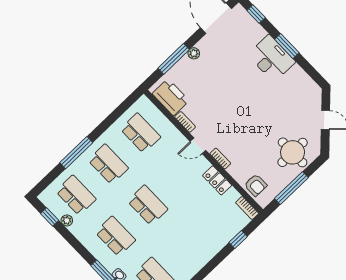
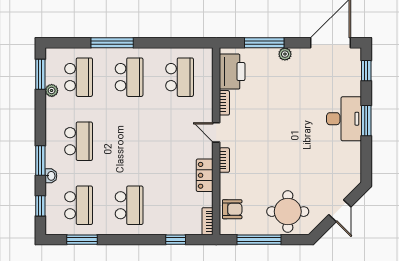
armchair: (256, 185) -> (232, 209), turned -90
school desk: (148, 205) -> (129, 205), moved
window: (50, 217) -> (40, 74), width x1.50

